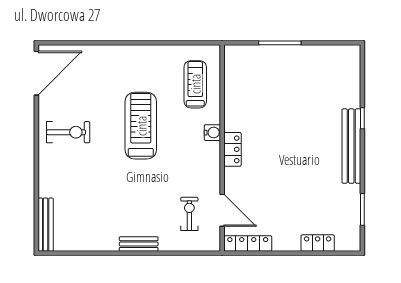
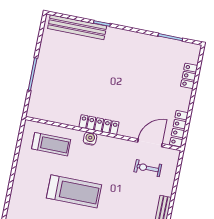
treadmill: (195, 84) -> (51, 144), turned 180
treadmill: (141, 126) -> (74, 191), turned 180
bench: (351, 146) -> (77, 27), moved
locker: (232, 149) -> (99, 125), width x1.53

